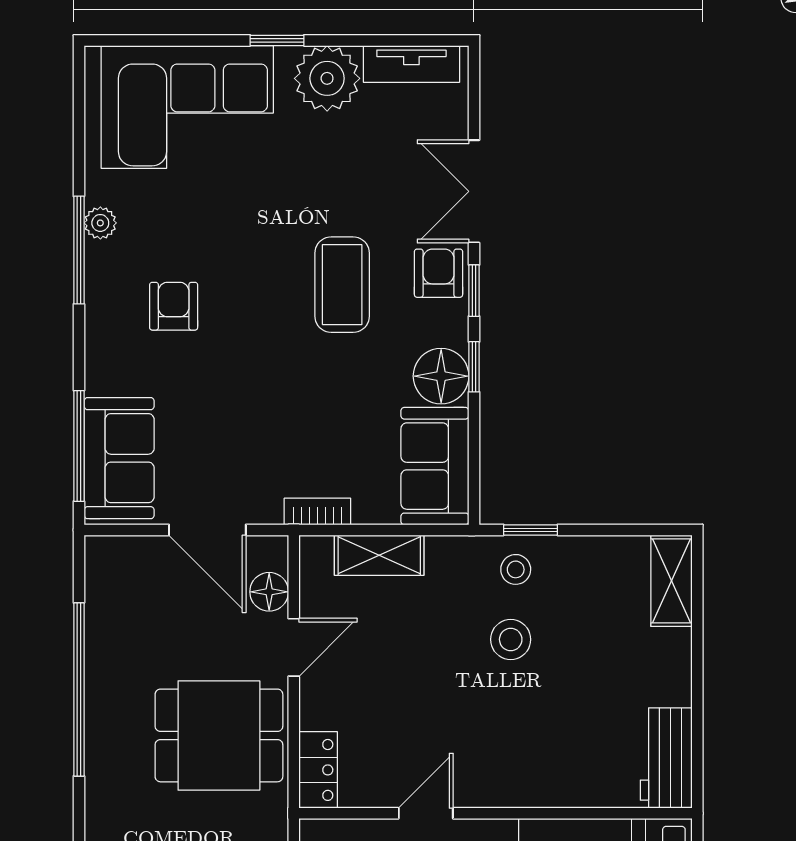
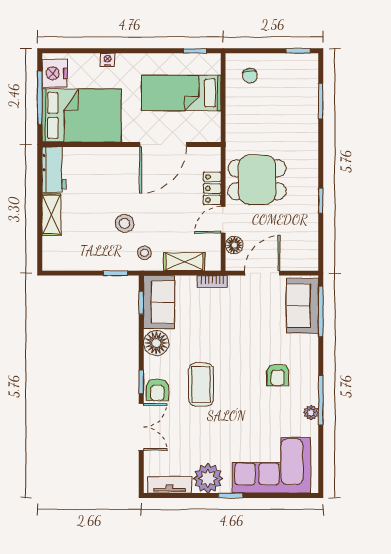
window: (474, 367) -> (141, 303), moved
door: (207, 530) -> (262, 273), hinge flipped
stool: (516, 569) -> (144, 253), moved
shelving: (672, 581) -> (51, 215), moved
window: (79, 689) -> (321, 201), width x0.32
locker: (318, 770) -> (212, 188), moved
door: (426, 813) -> (163, 144), width x1.87

